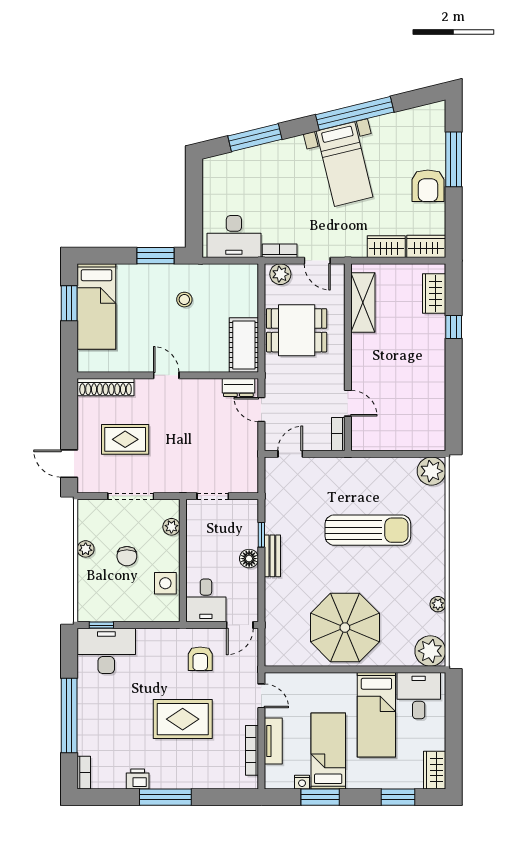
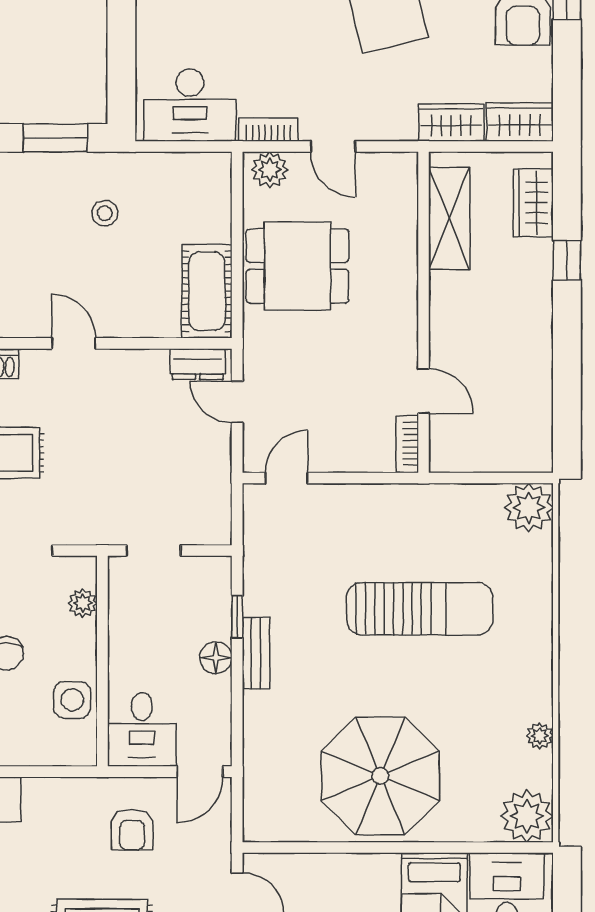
shelving: (363, 303) -> (449, 218), moved
wall: (348, 357) -> (424, 312), moved
door: (348, 403) -> (424, 391), moved
bookcase: (338, 434) -> (407, 444), moved

